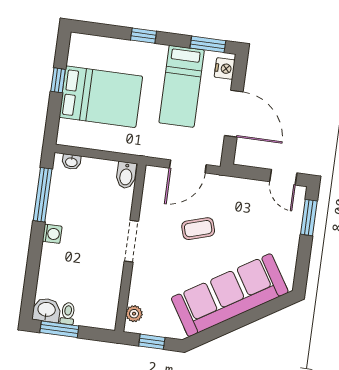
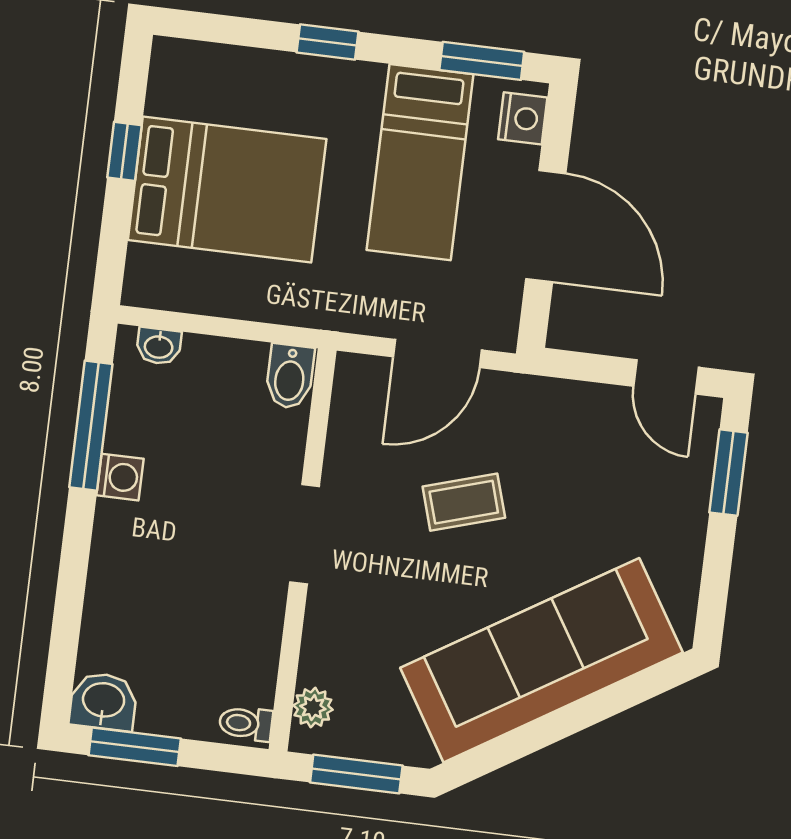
washing machine: (52, 234) -> (120, 477), moved
toilet: (68, 313) -> (246, 723), moved, turned -90
window: (152, 342) -> (356, 774), width x1.50

